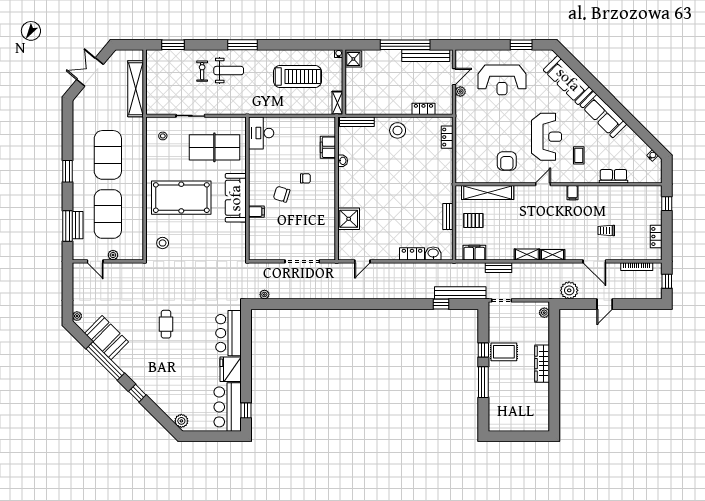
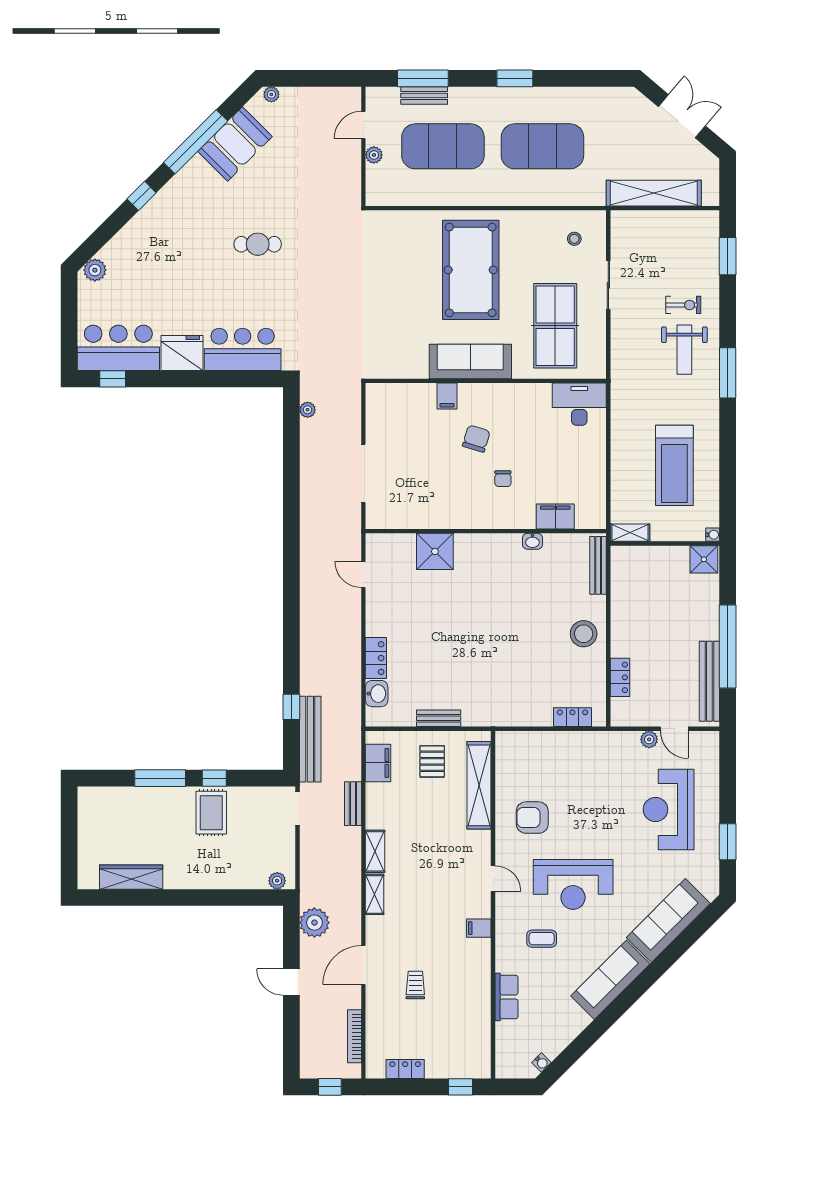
stool: (163, 243) -> (394, 238), removed
wardrobe: (542, 364) -> (131, 877), moved

